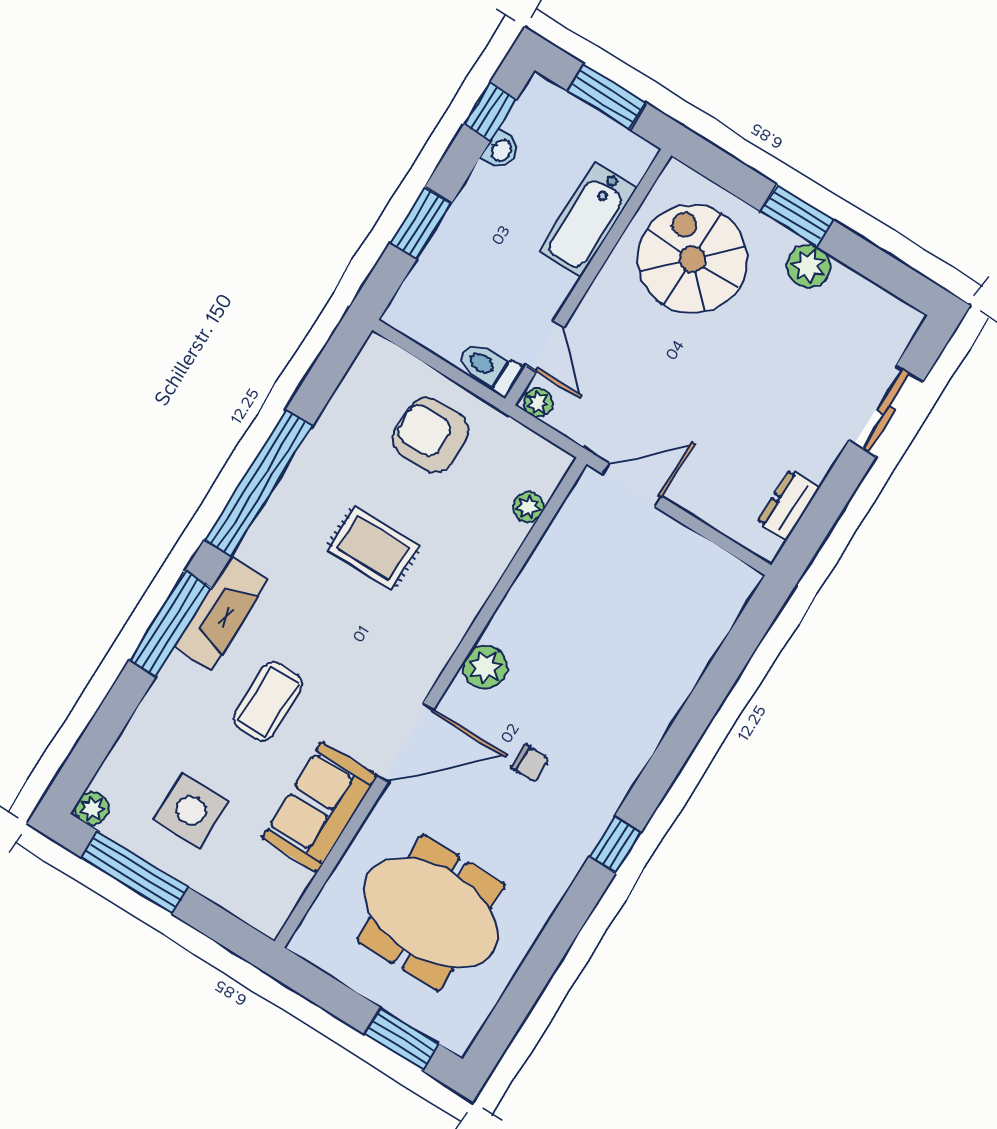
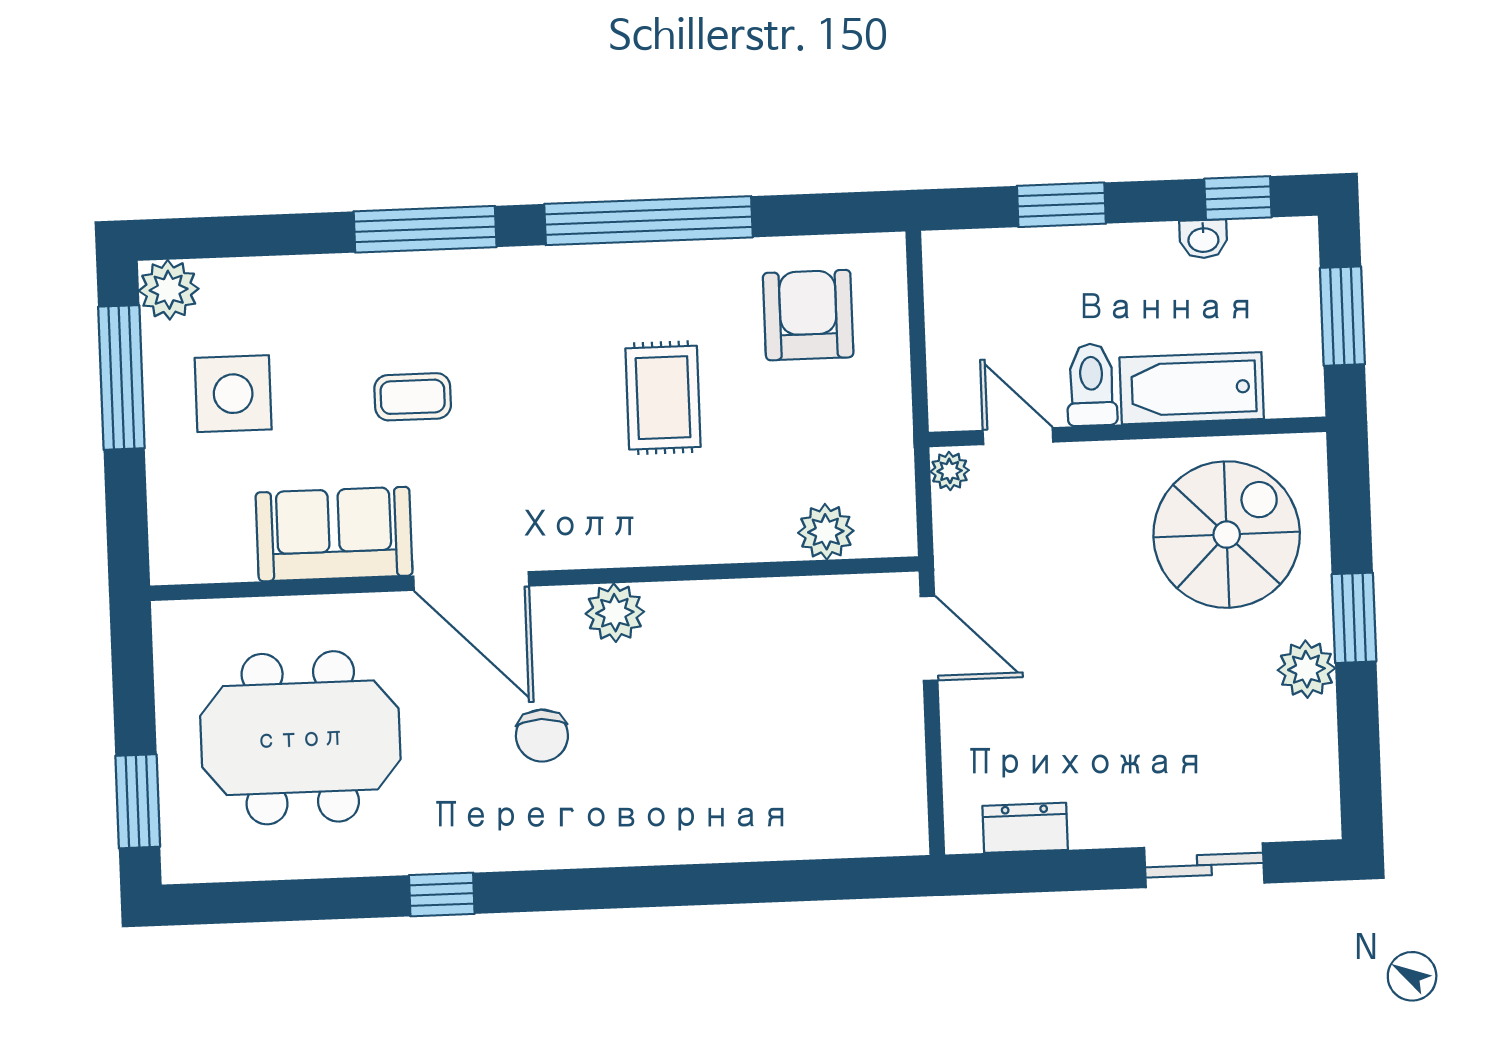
door: (545, 346) -> (1018, 436), swing flipped
toilet: (489, 367) -> (1092, 385), moved
armchair: (431, 435) -> (808, 315), moved
plant: (528, 507) -> (826, 532), width x1.38, depth x1.38
fireplace: (221, 614) -> (475, 278), removed
coffee table: (268, 701) -> (413, 397), width x0.73, depth x0.77
chair: (530, 763) -> (542, 736), width x1.37, depth x1.37
plant: (92, 809) -> (169, 290), width x1.38, depth x1.38
window: (615, 845) -> (442, 894), moved
meeting table: (431, 913) -> (300, 738), turned 90

